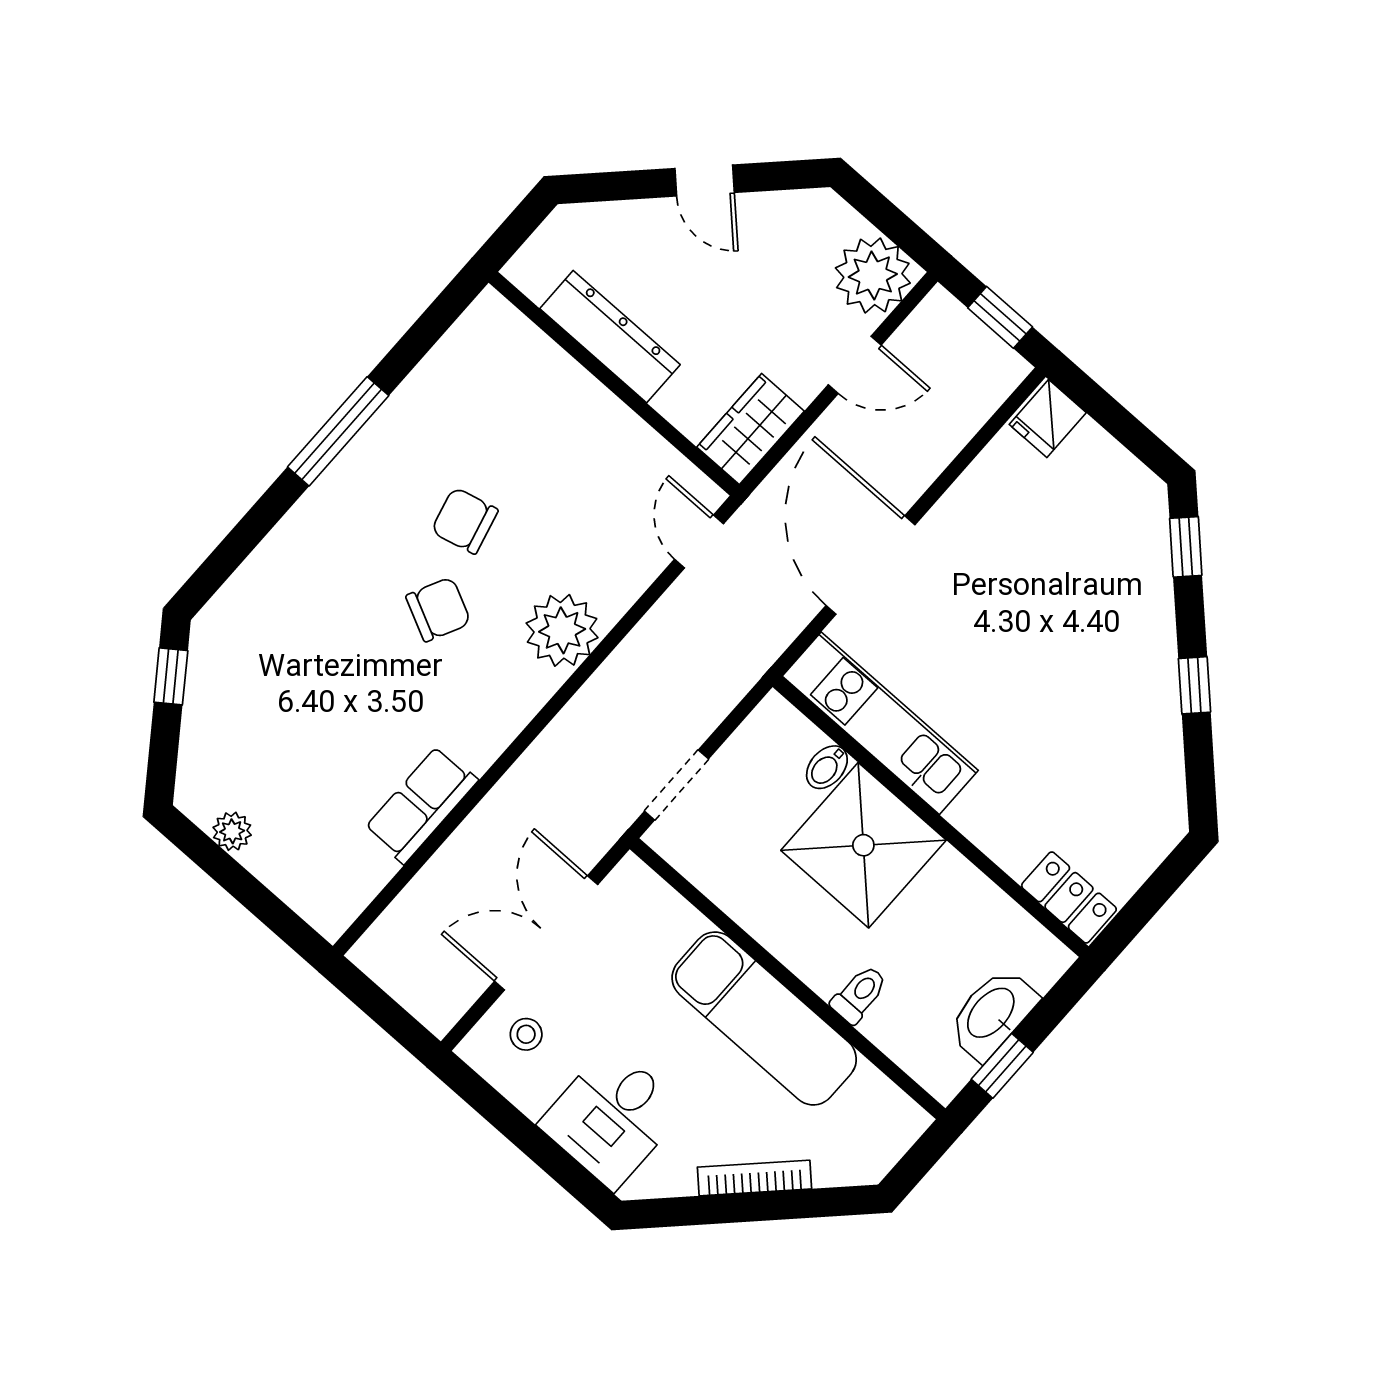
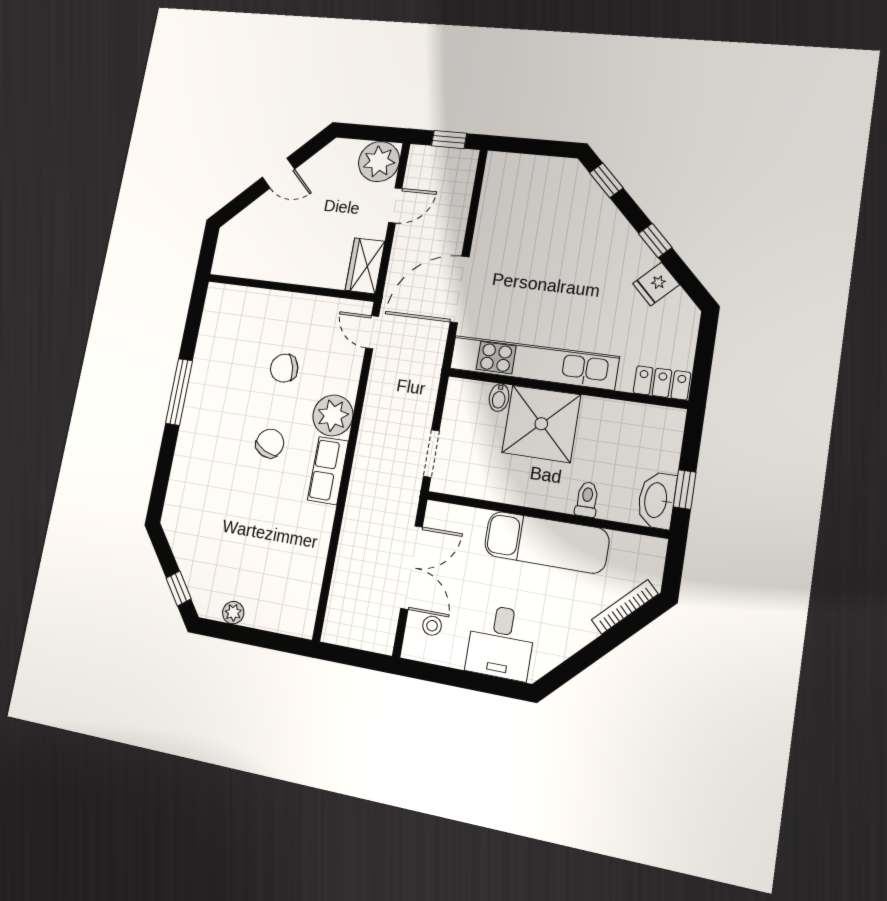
dresser: (610, 337) -> (276, 268), removed
fridge: (1048, 419) -> (656, 284), moved, turned 45
chair: (465, 521) -> (284, 368), moved
door: (870, 565) -> (460, 289), hinge flipped
window: (171, 676) -> (179, 589), moved
kitchen unit: (880, 723) -> (534, 363), width x1.36
row of seats: (421, 805) -> (328, 471), moved
double door: (546, 933) -> (412, 568), swing flipped
washbasin: (992, 1014) -> (657, 500), moved
bookcase: (754, 1178) -> (625, 607), moved

